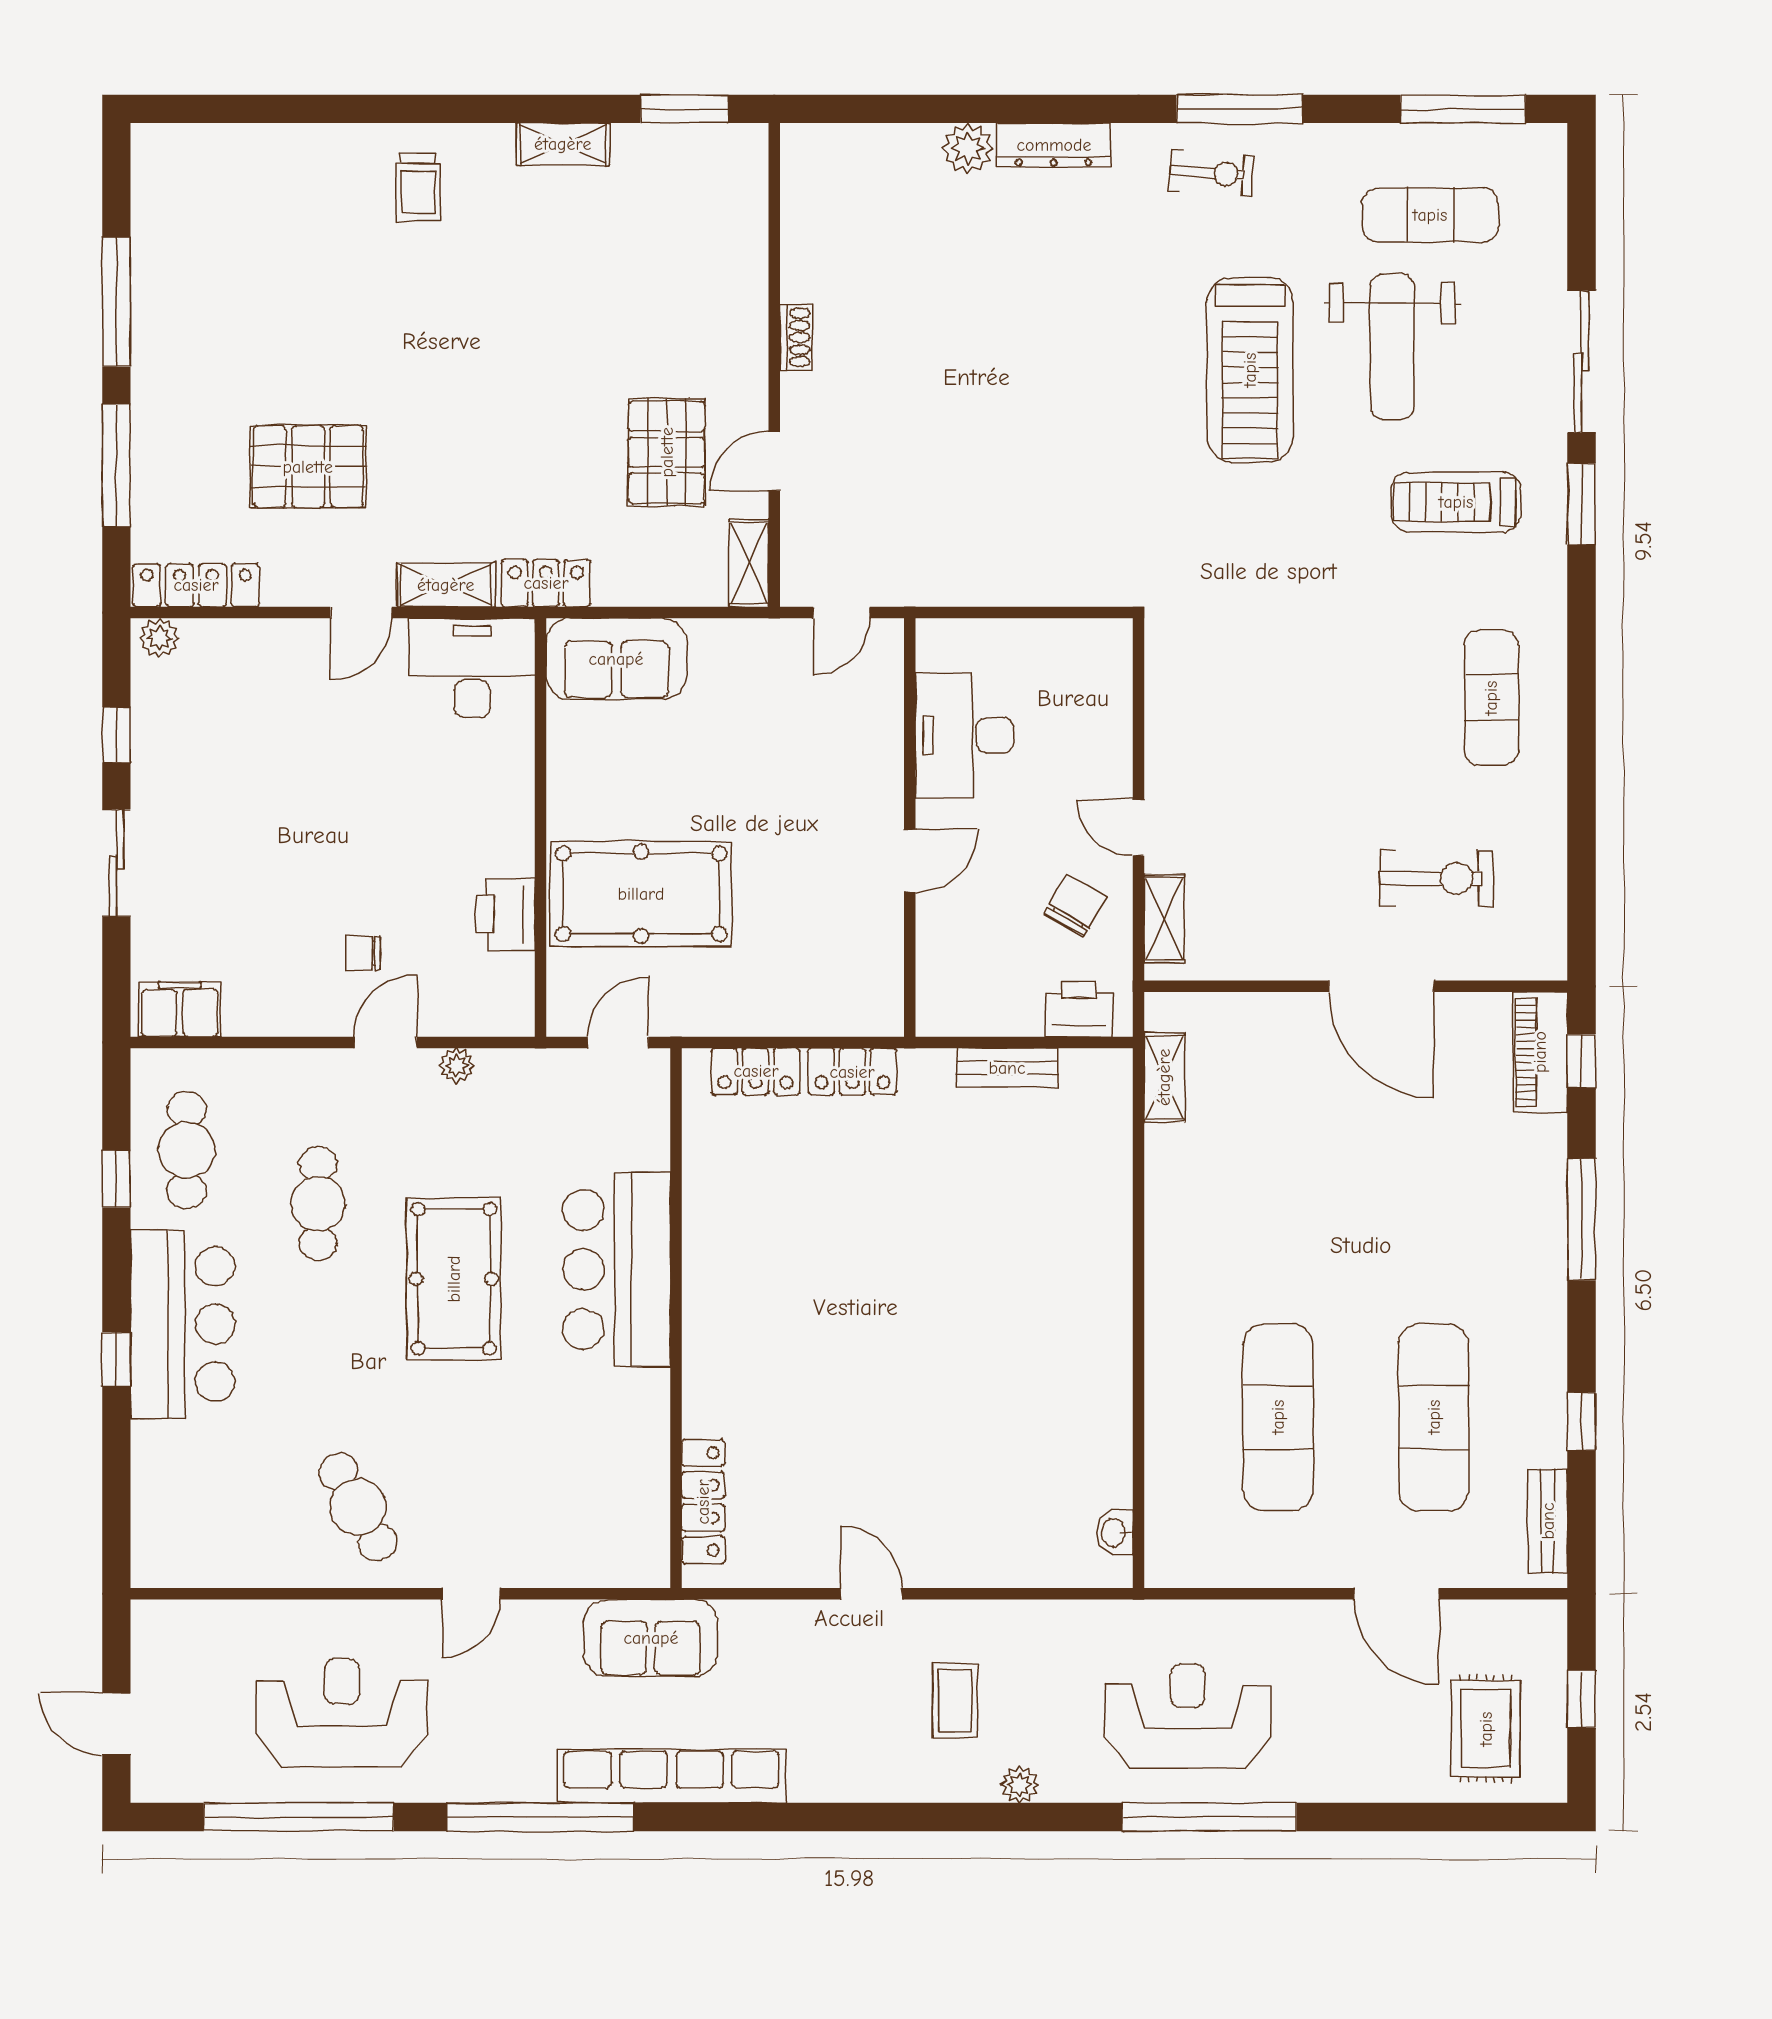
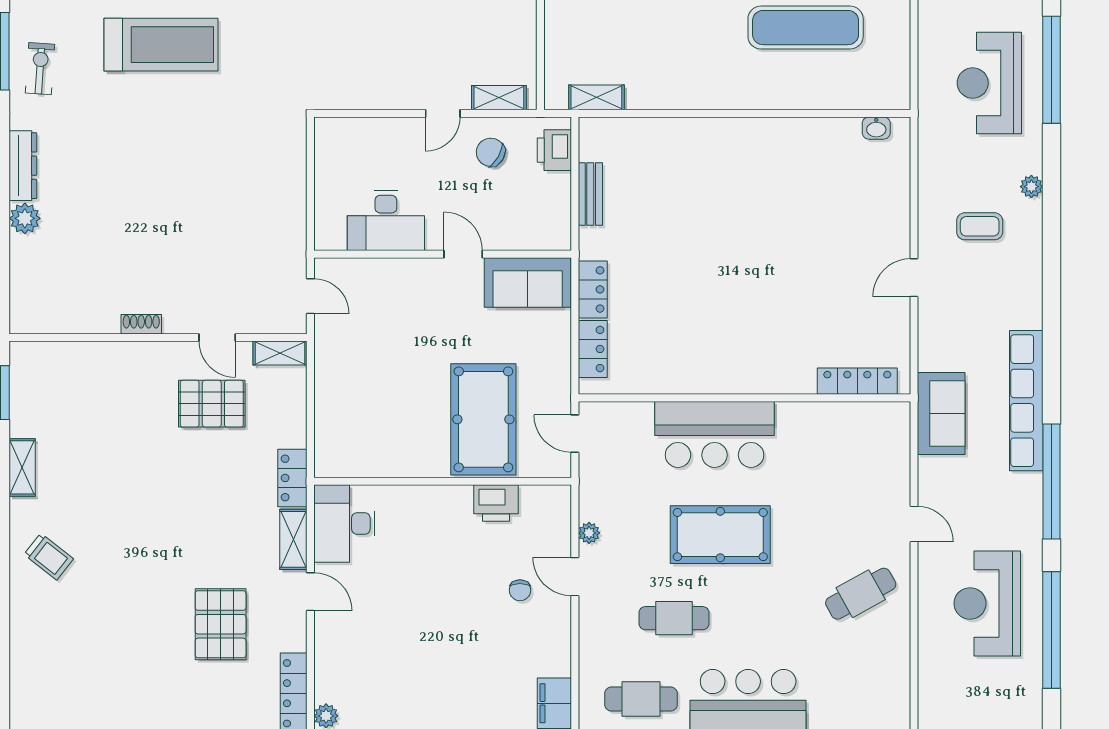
trolley: (418, 187) -> (49, 557), turned 38
sofa: (616, 659) -> (528, 283), moved, turned 90

